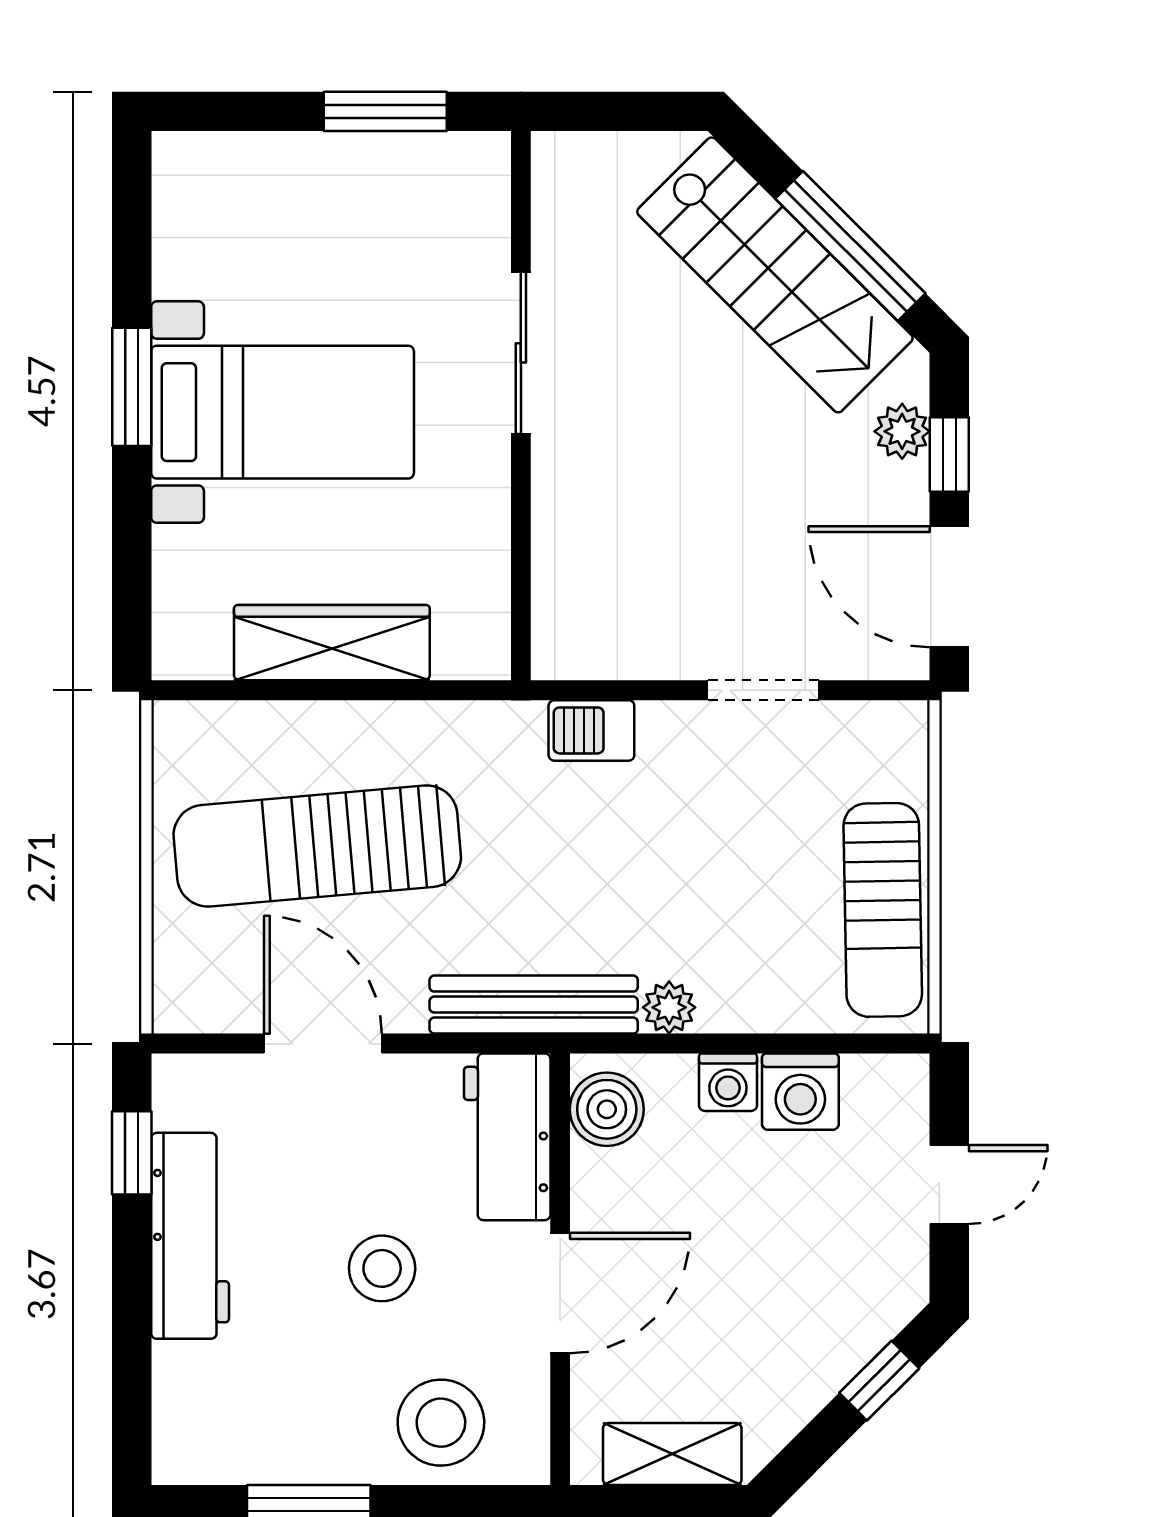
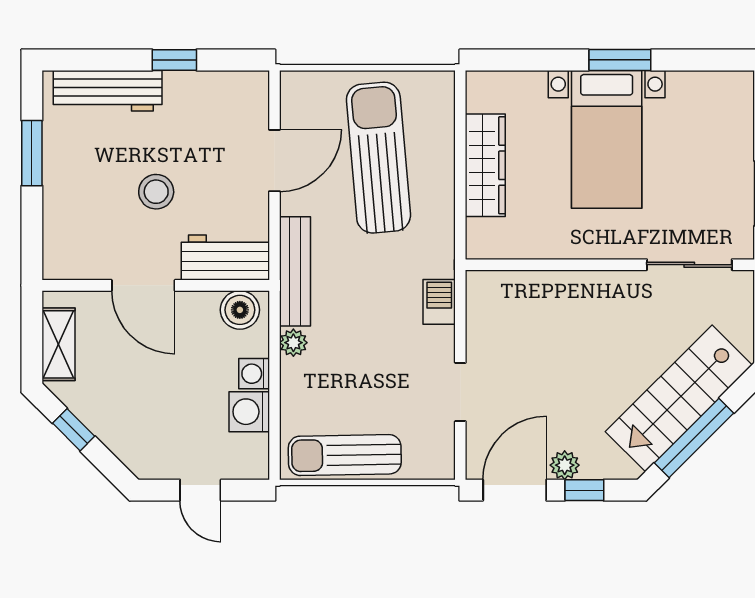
sliding door: (521, 353) -> (689, 265), moved
plant: (902, 431) -> (565, 465), moved
window: (132, 1153) -> (174, 60), moved
workbench: (190, 1236) -> (108, 91), moved
window: (879, 1381) -> (74, 430), moved
stool: (441, 1423) -> (75, 223), removed

